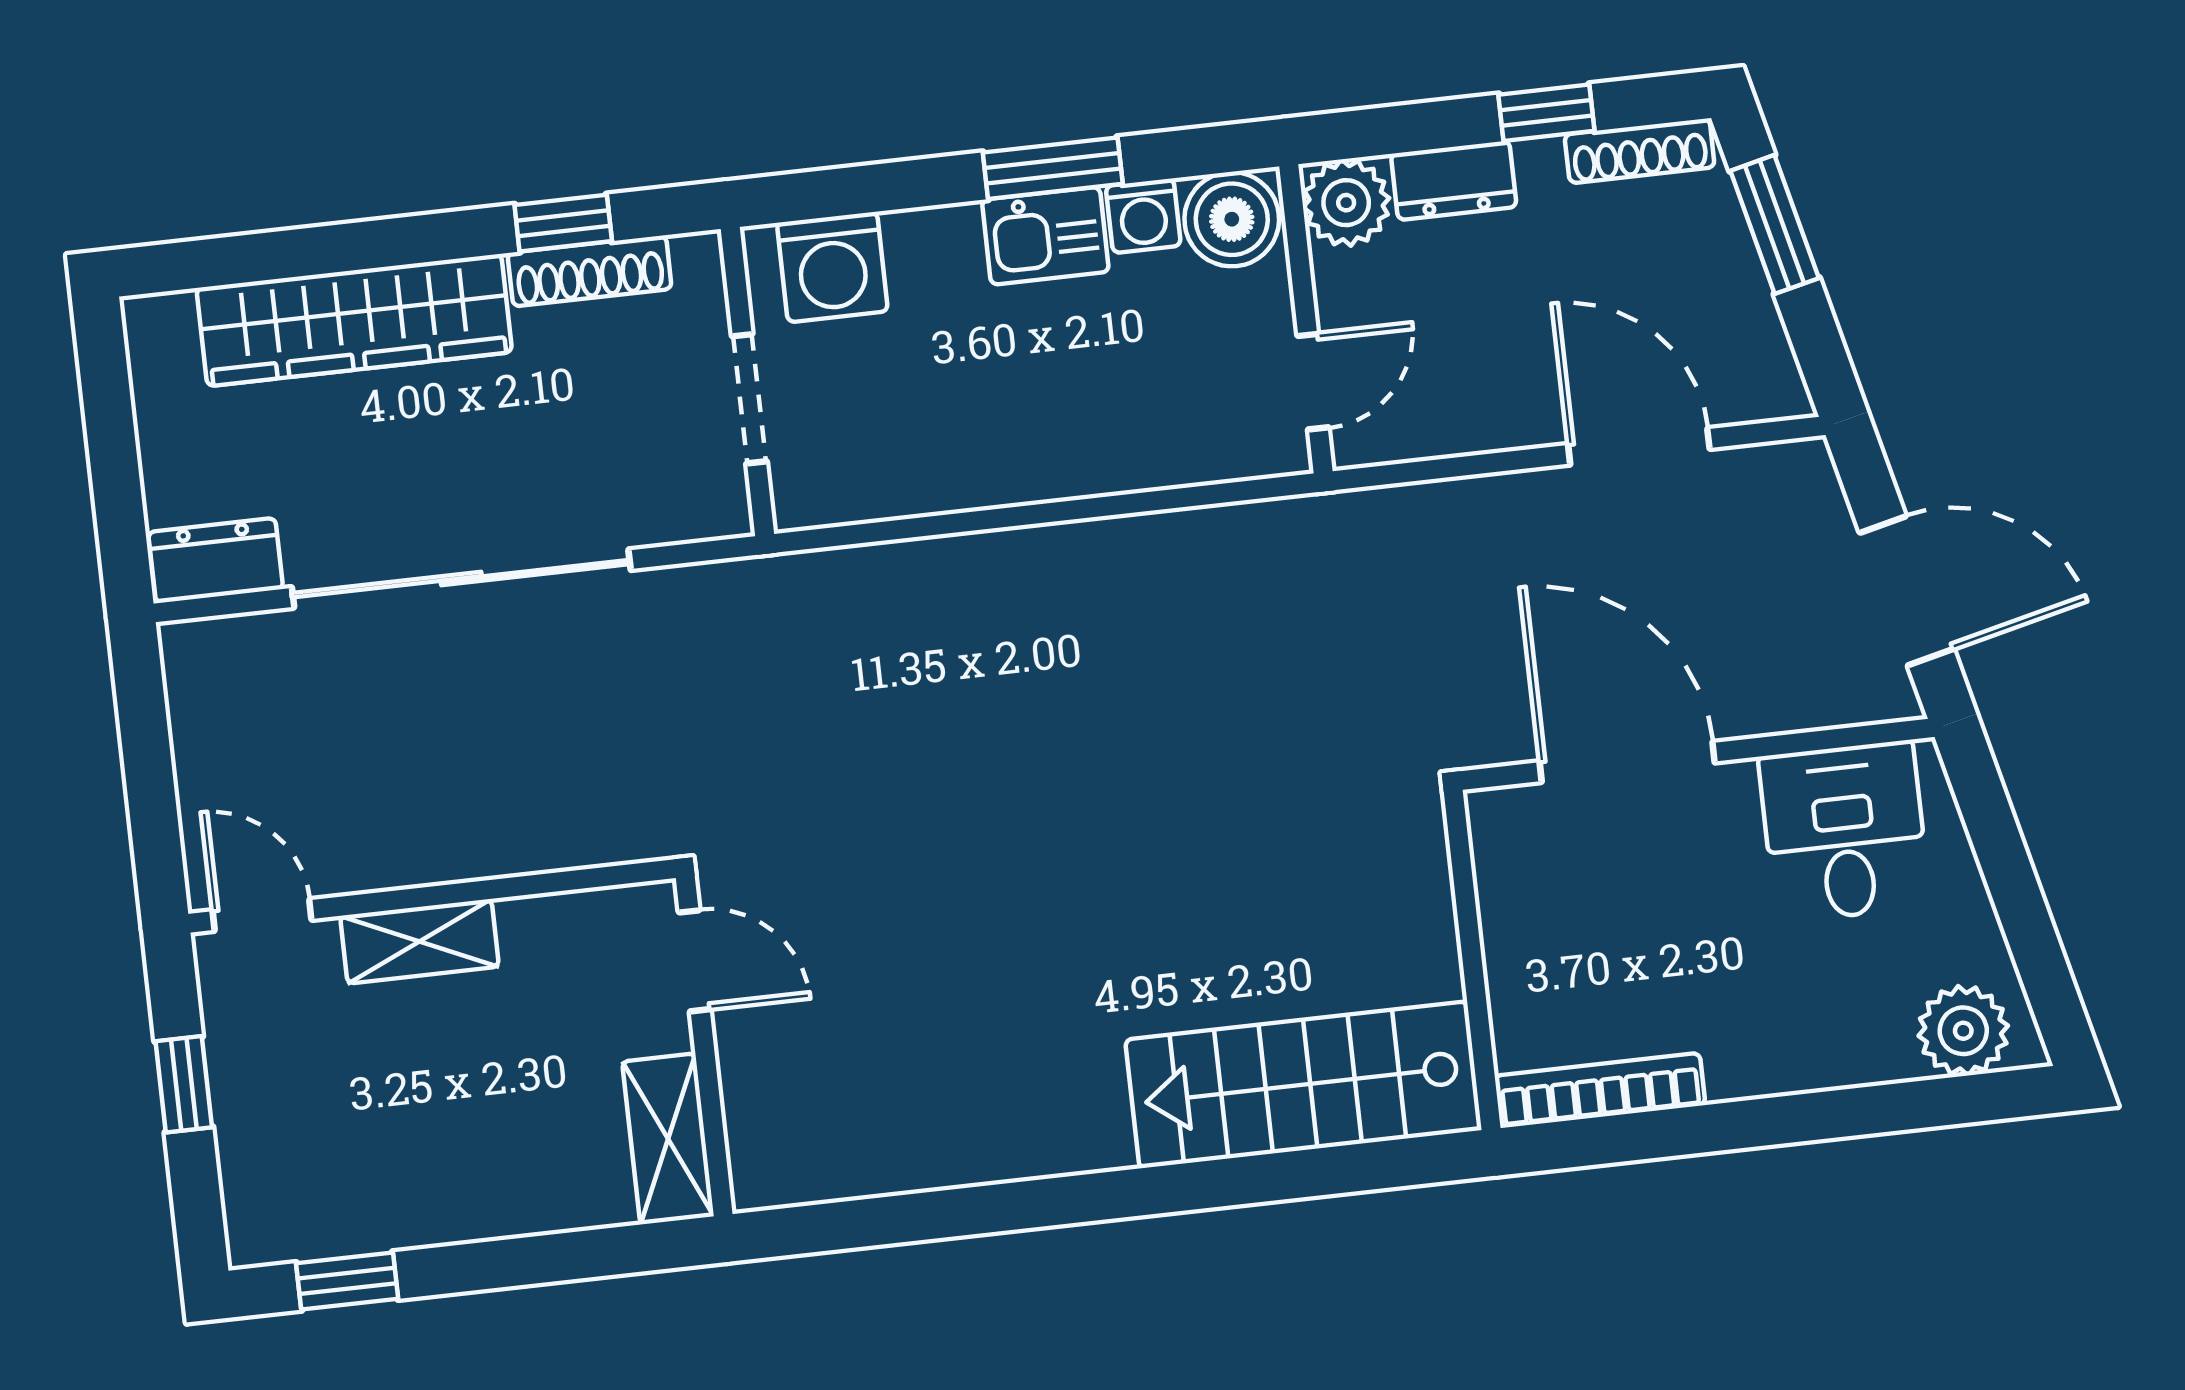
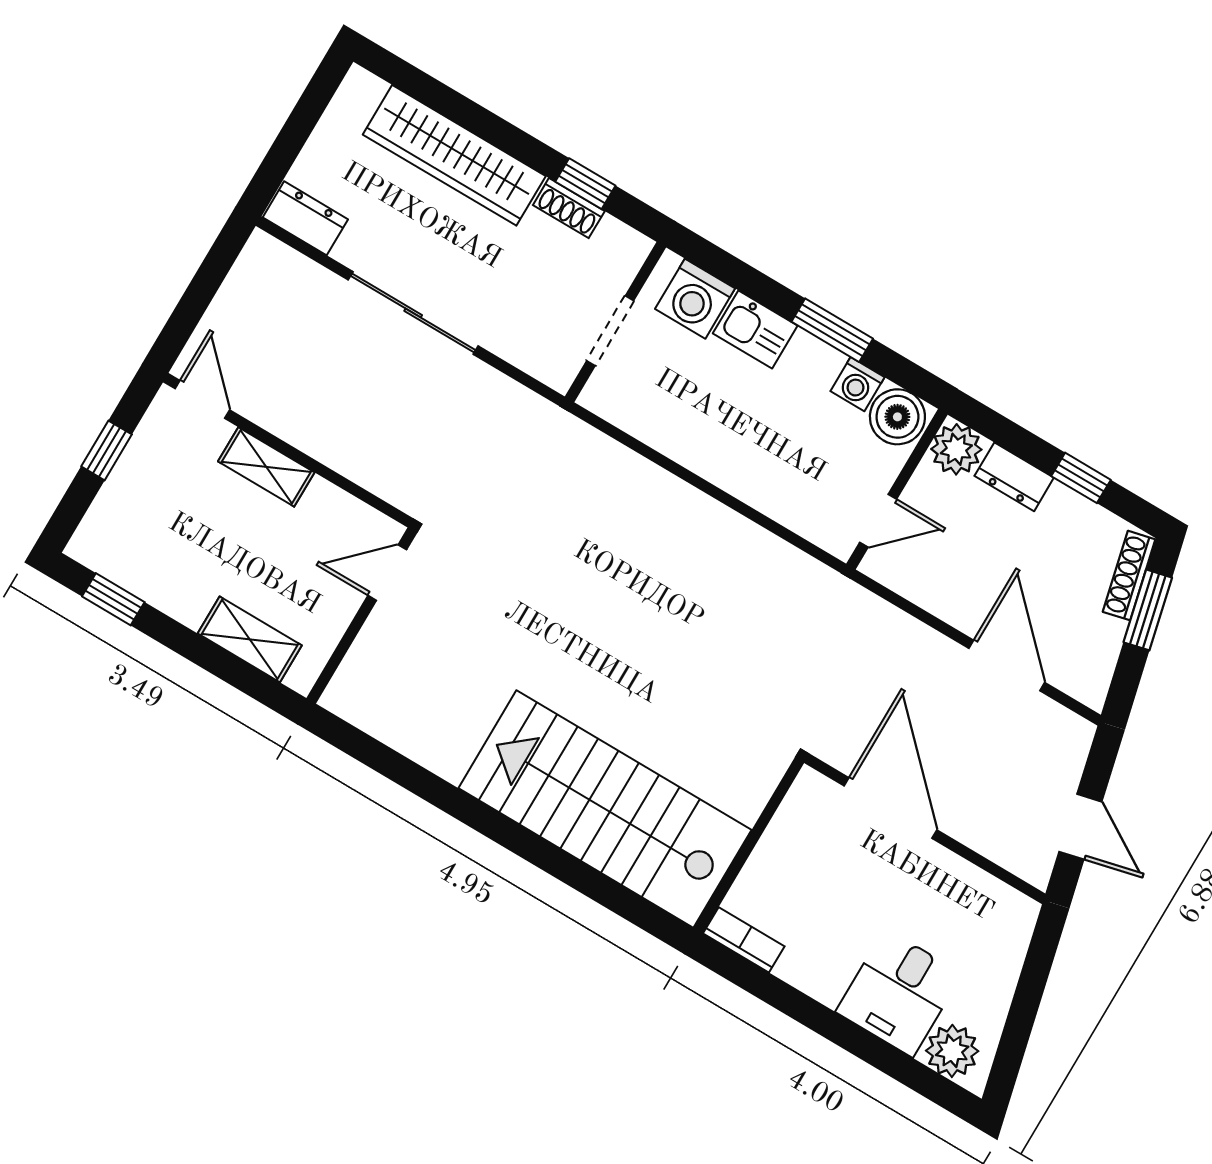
shoe rack: (1640, 151) -> (1129, 576), moved, turned 77
kitchen sink: (1045, 236) -> (755, 329), moved
shoe rack: (590, 271) -> (569, 208), width x0.70
sliding door: (461, 579) -> (413, 313), width x0.73
door: (1907, 591) -> (1080, 827), width x0.73
desk: (1844, 832) -> (899, 993), moved, turned 180
door: (695, 961) -> (387, 573), swing flipped
stairs: (1303, 1085) -> (605, 809), width x1.36, depth x1.51
bookcase: (1600, 1090) -> (744, 940), width x0.64
shelving: (668, 1139) -> (250, 639), moved, turned 90

